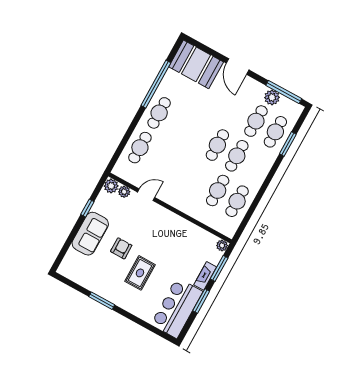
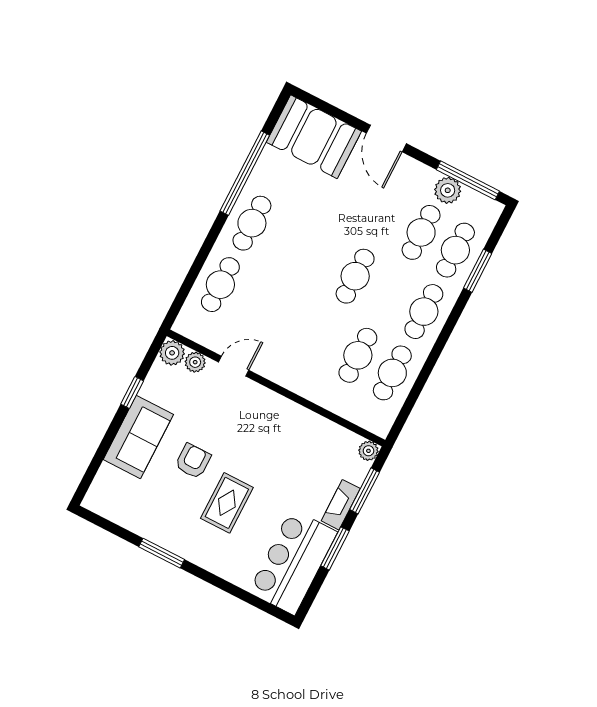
cafe table: (237, 156) -> (424, 312), moved

